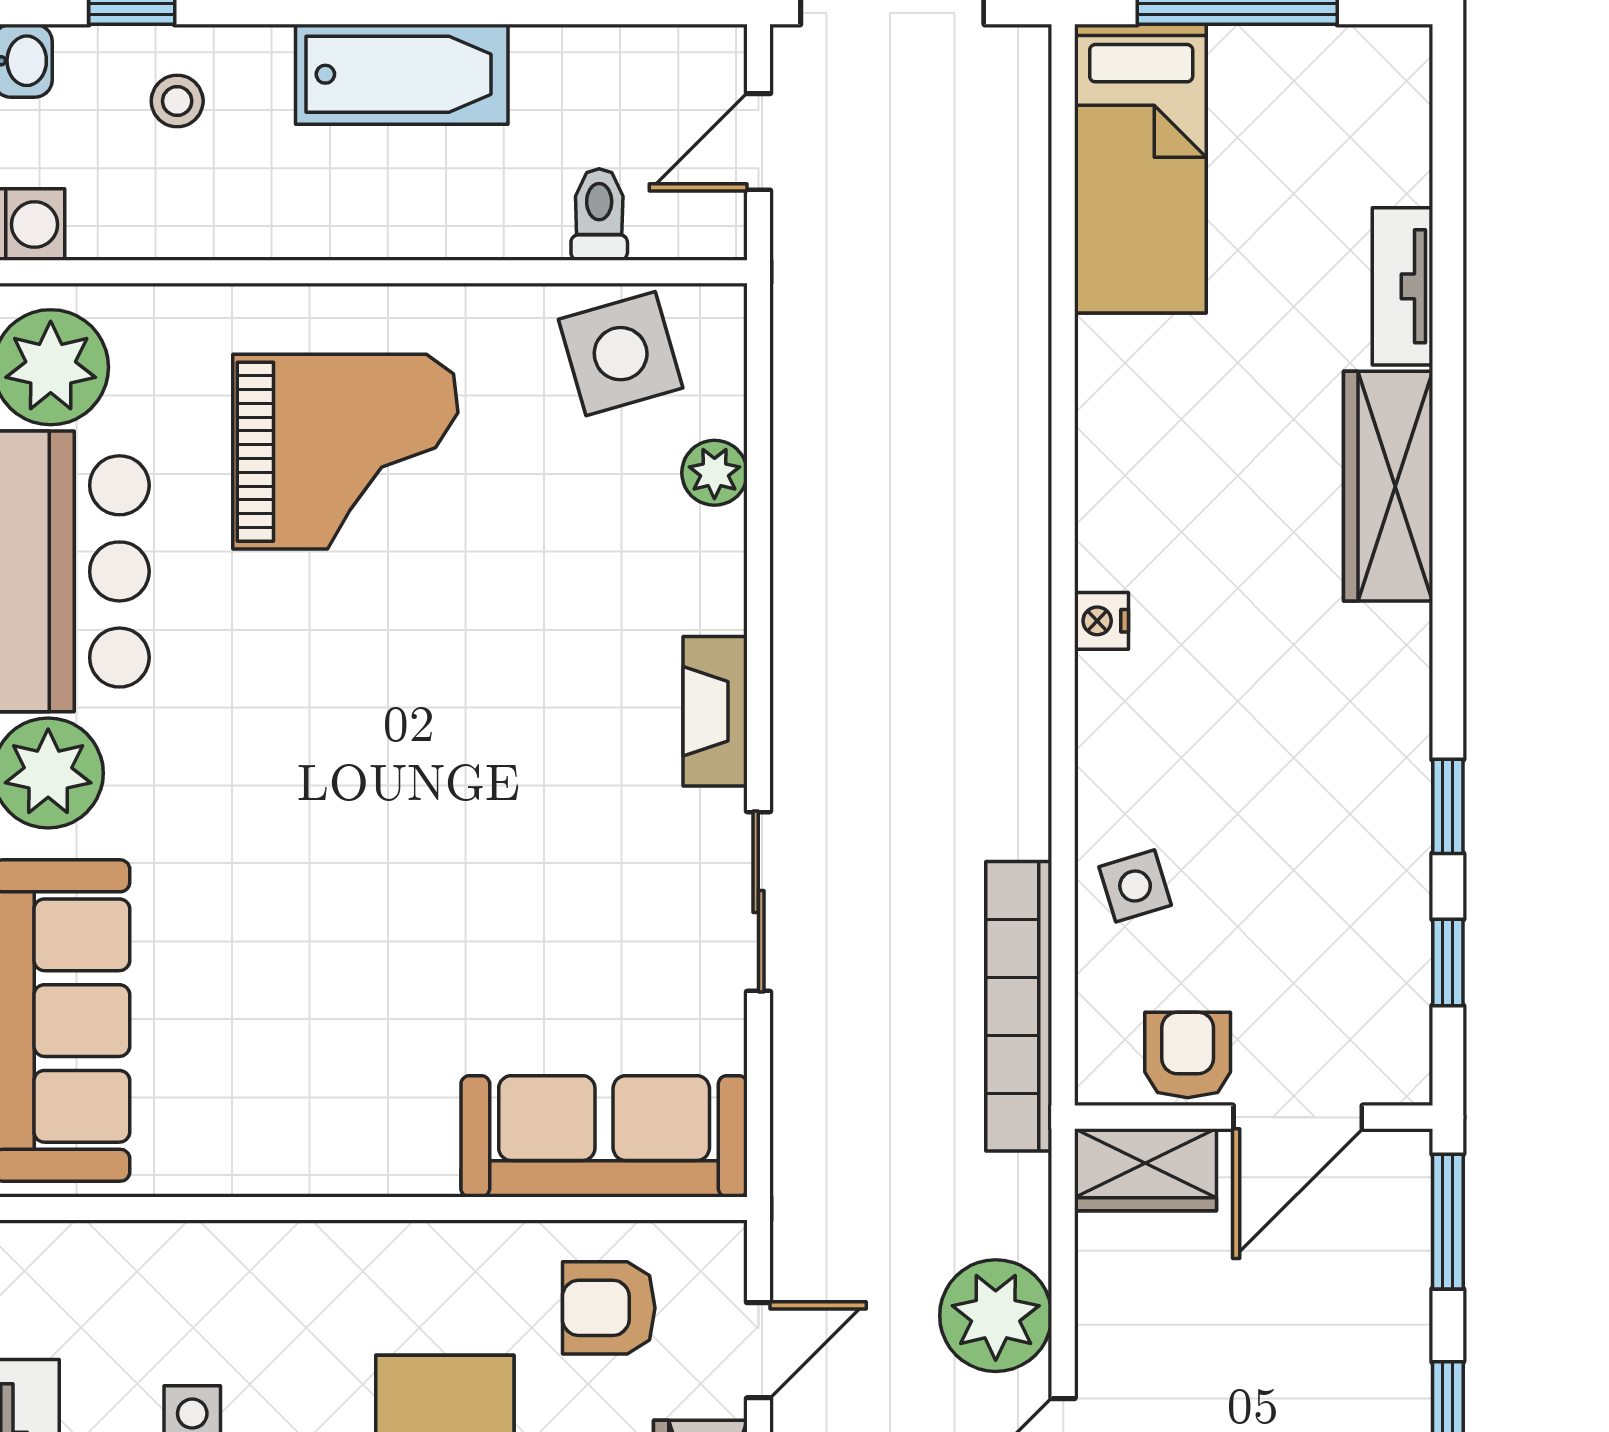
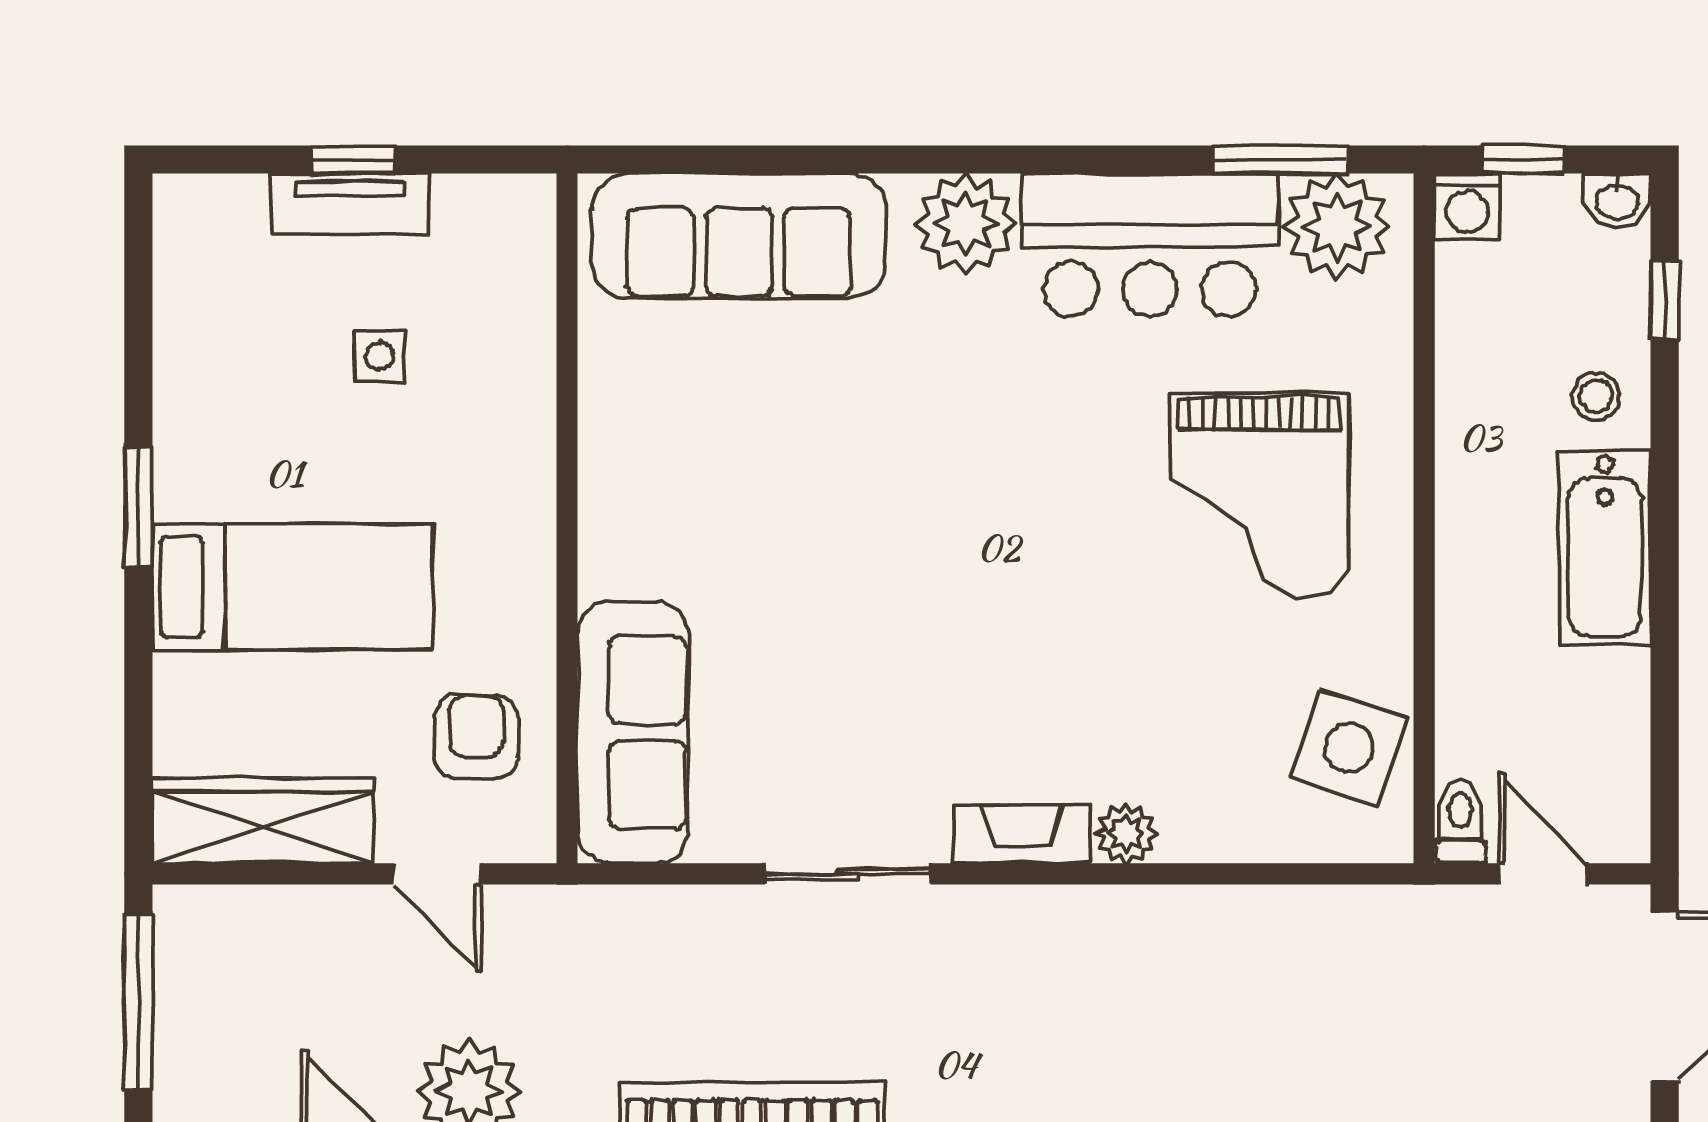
stool: (177, 101) -> (1596, 396), moved
toilet: (599, 214) -> (1460, 821), moved, turned -90
side table: (621, 354) -> (1349, 748), turned 34
plant: (714, 473) -> (1126, 834), moved

